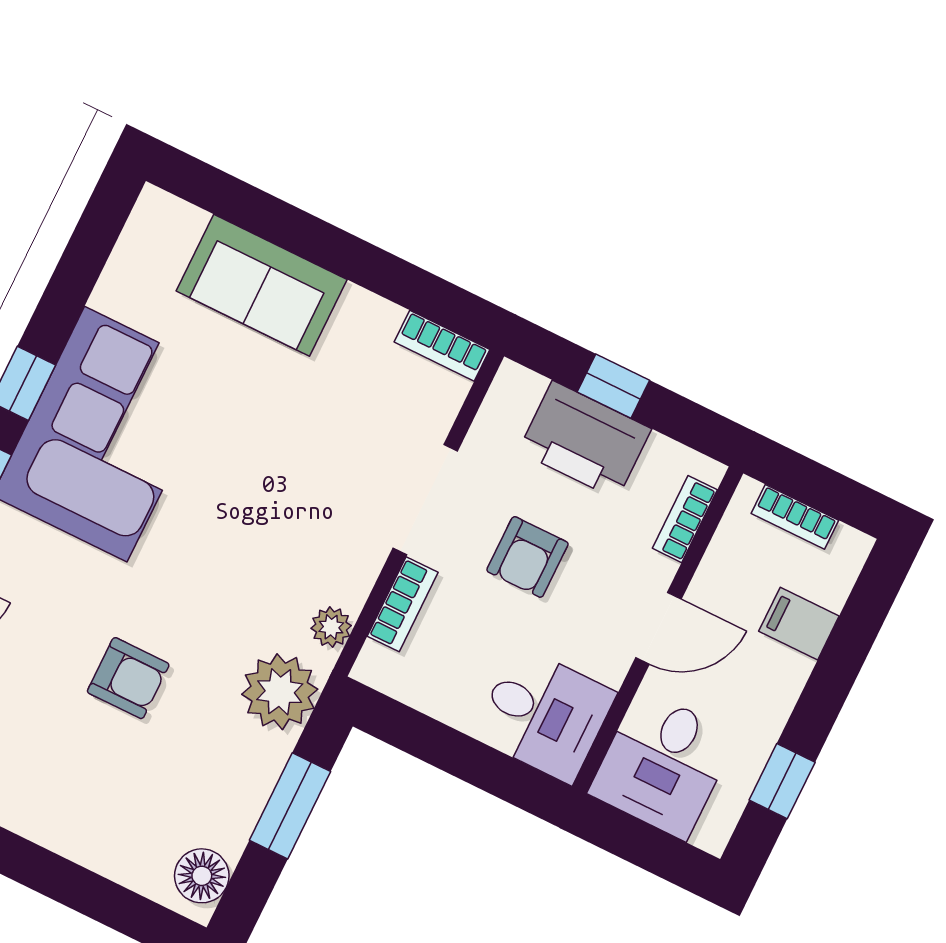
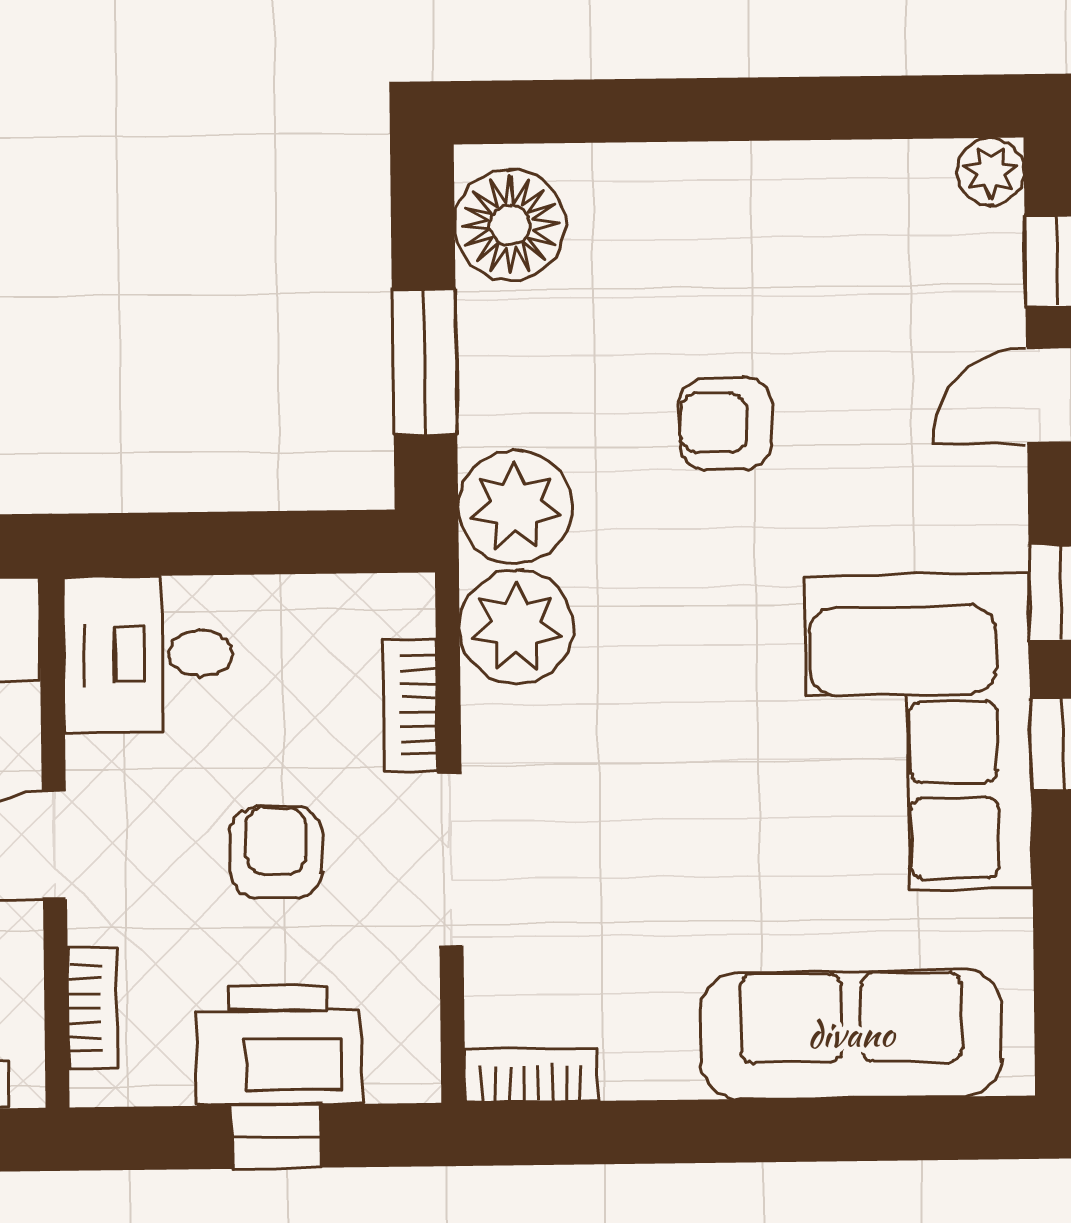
sofa: (262, 285) -> (851, 1034), width x1.36
plant: (331, 627) -> (516, 627), width x1.87, depth x1.87
floor lamp: (202, 876) -> (510, 225), width x1.38, depth x1.38

